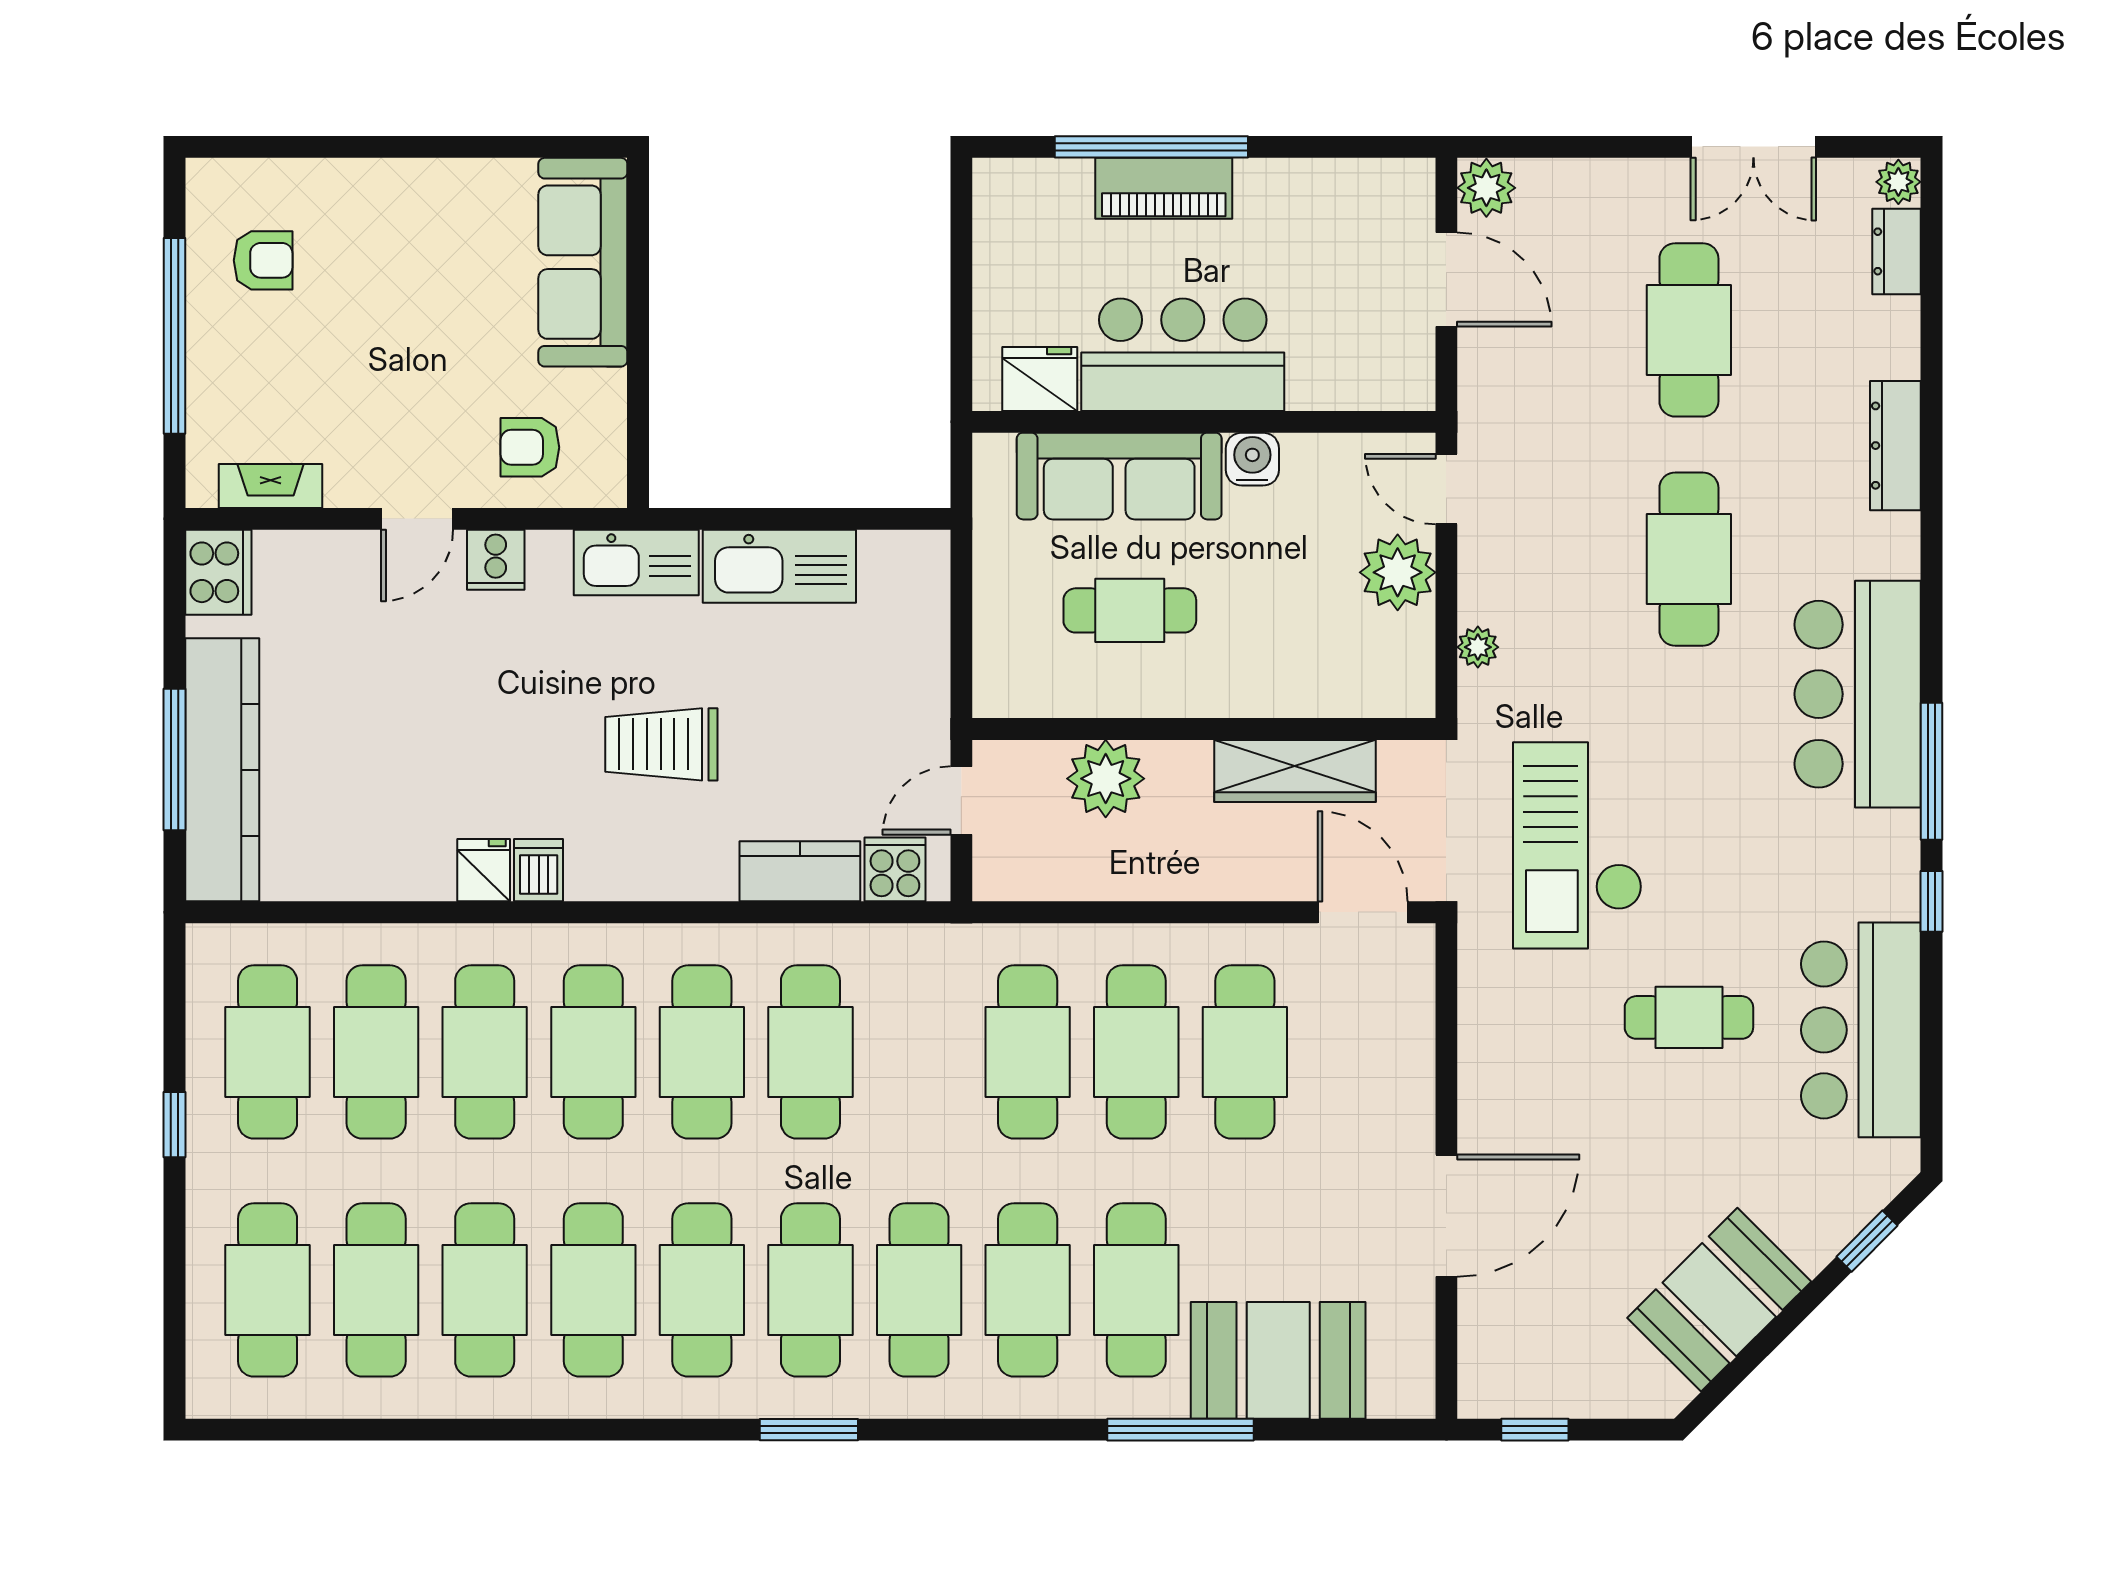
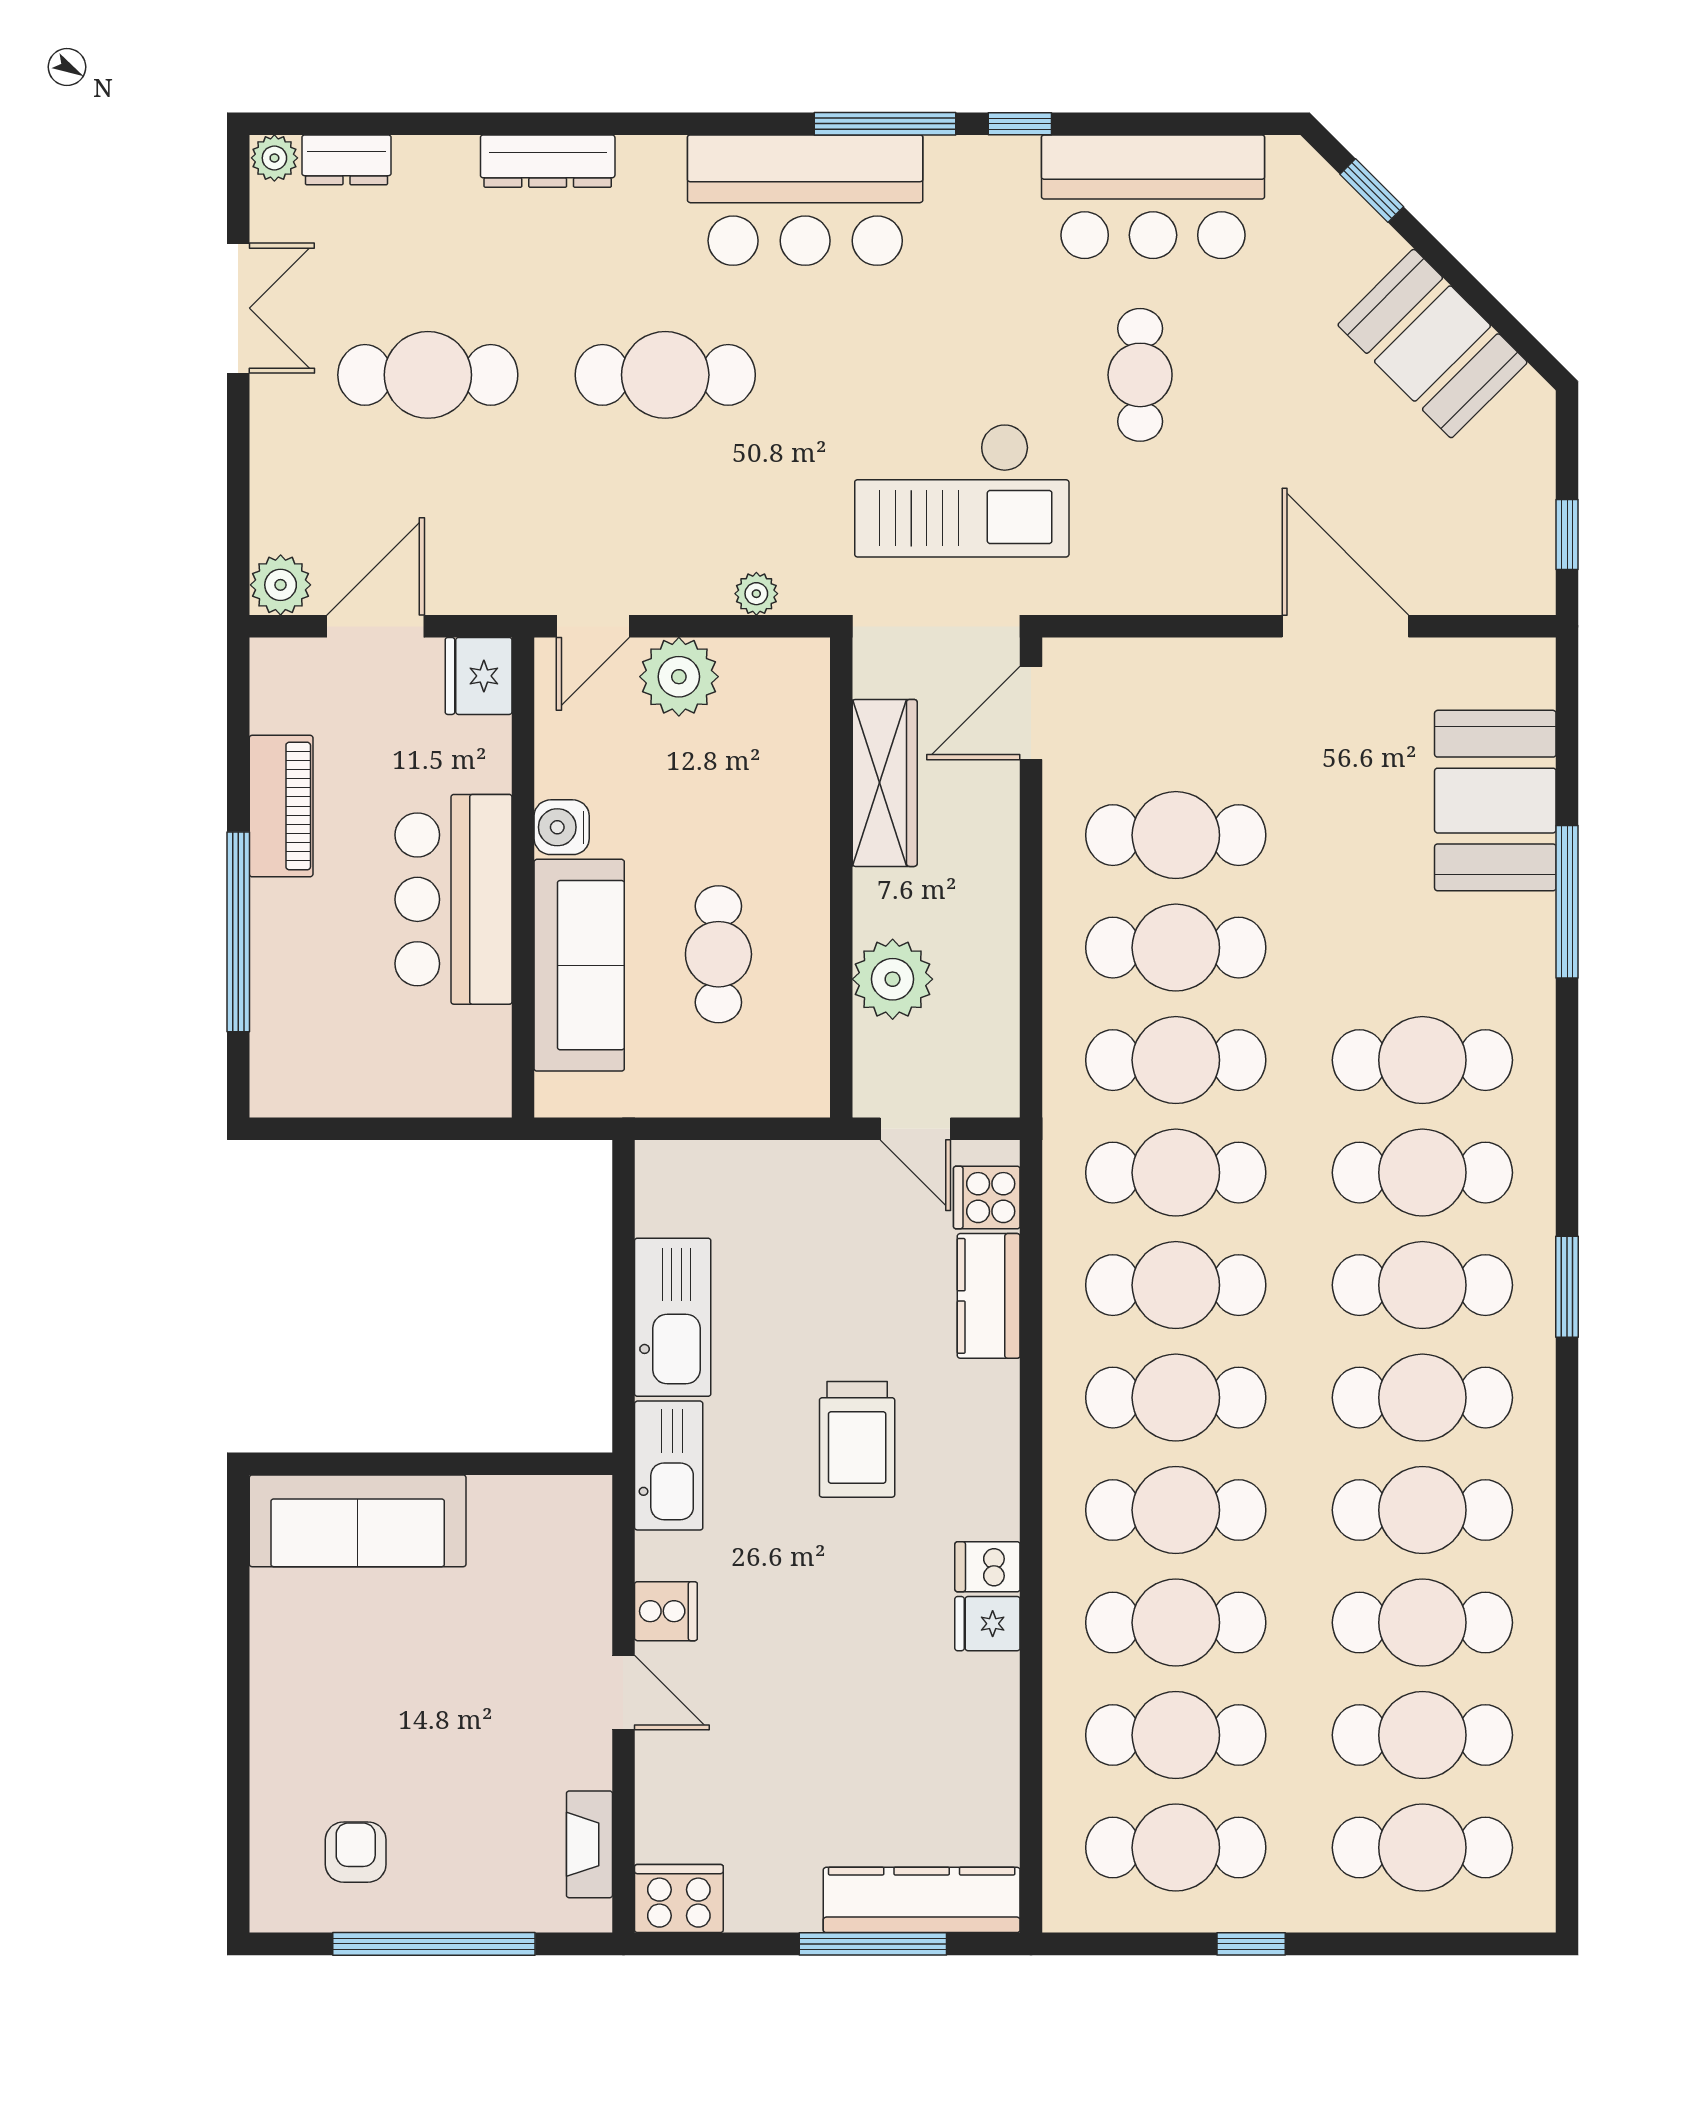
piano: (1164, 188) -> (281, 806), moved
fridge: (1040, 379) -> (479, 676), moved
armchair: (530, 447) -> (549, 1576), removed
kitchen counter: (222, 770) -> (922, 1900), width x0.72, depth x0.86
cafe table: (1136, 1290) -> (1176, 1173), moved

